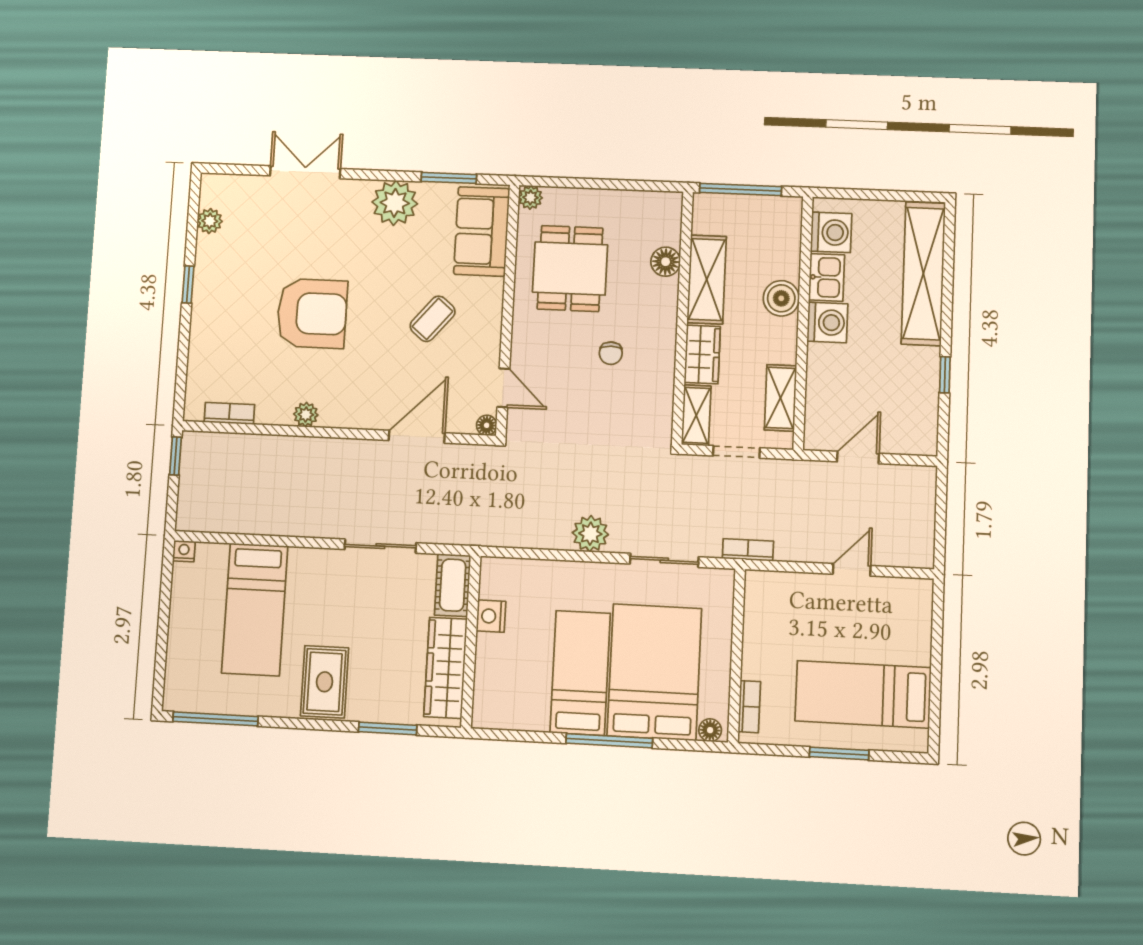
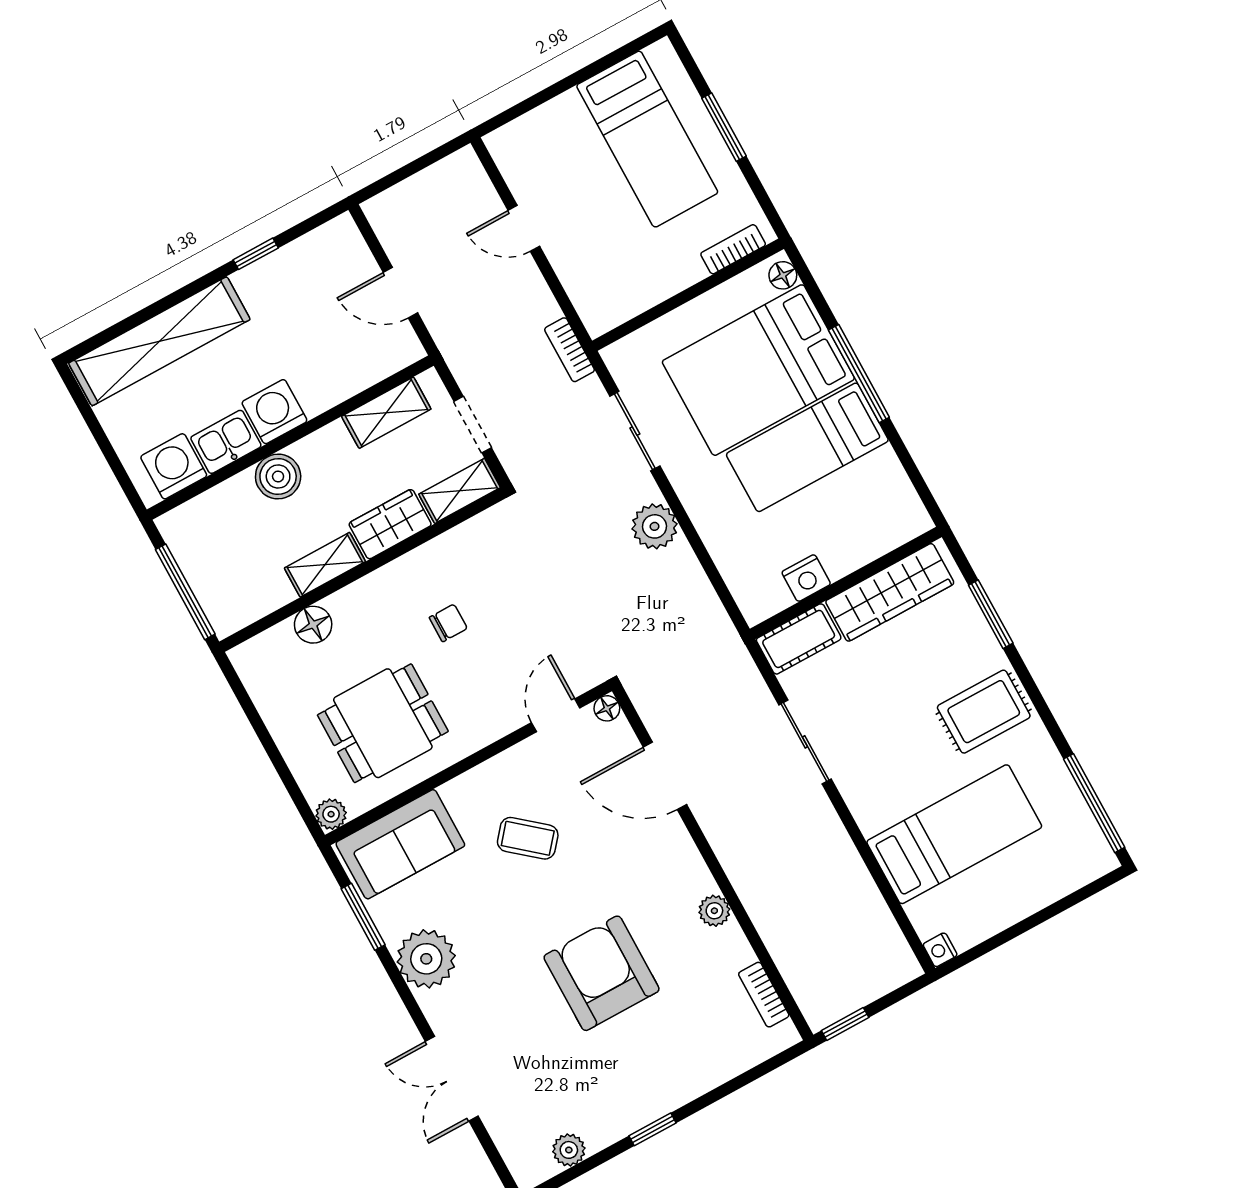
shelving: (707, 279) -> (325, 565), width x0.67, depth x0.75

